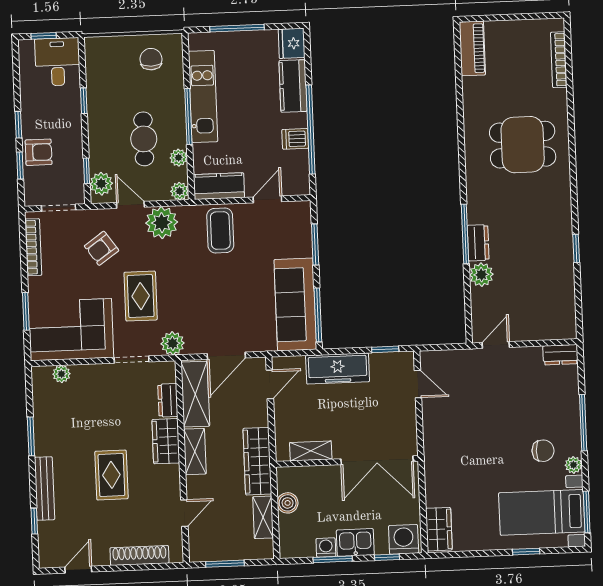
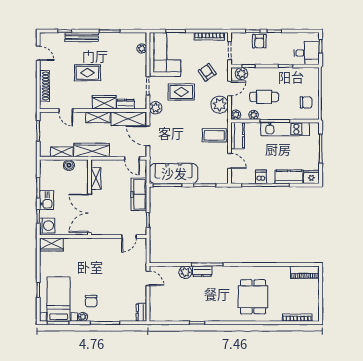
washing machine: (326, 547) -> (45, 184), removed

